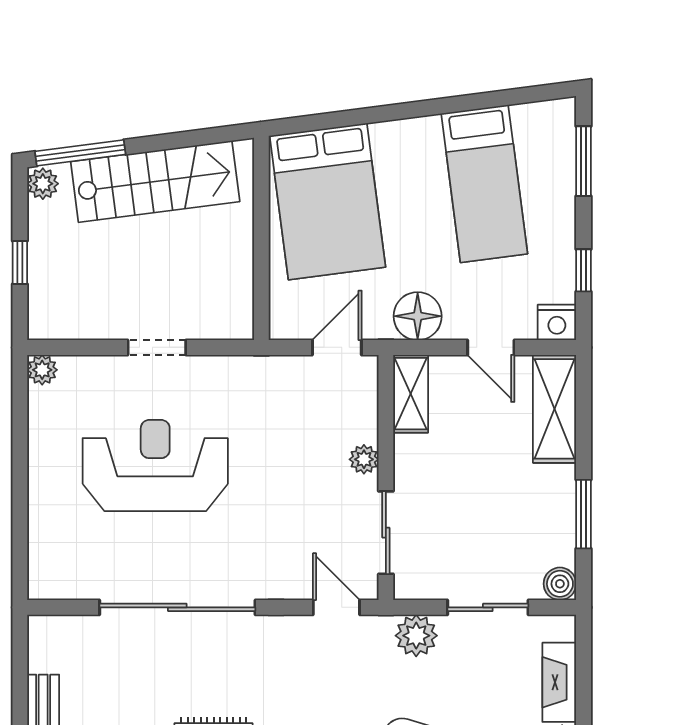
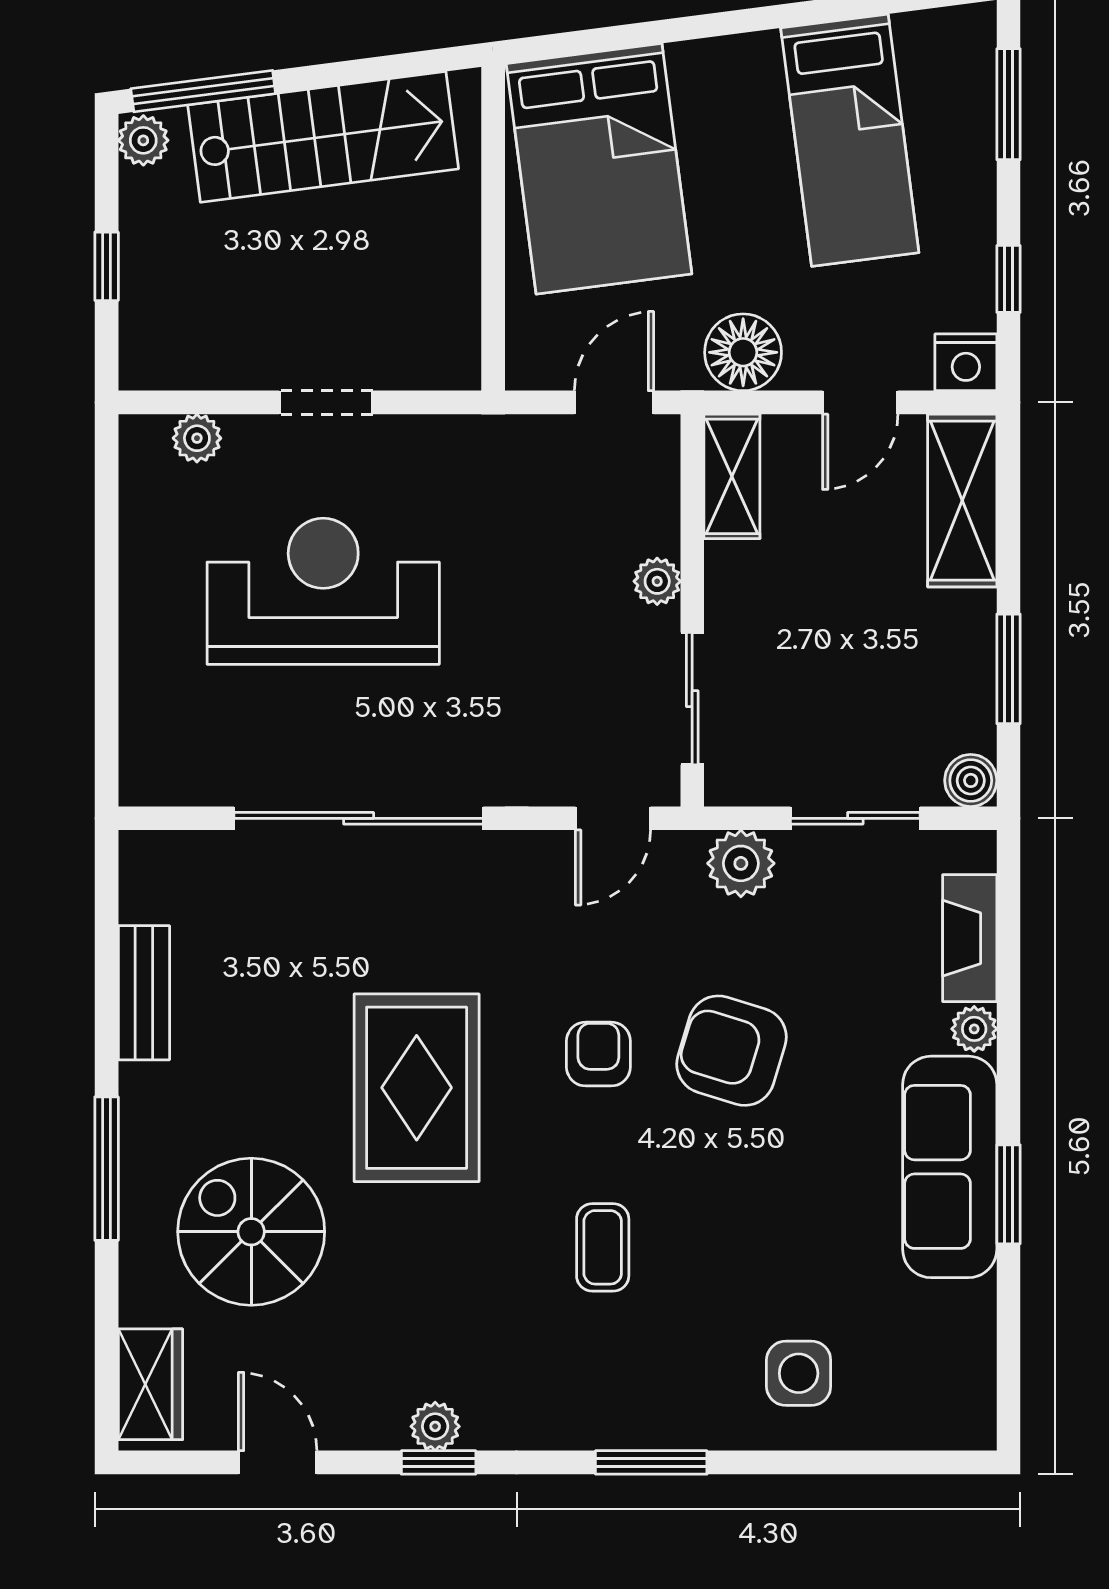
door: (491, 347) -> (860, 402), hinge flipped
plant: (42, 370) -> (197, 438), moved
door: (336, 607) -> (613, 818), swing flipped

